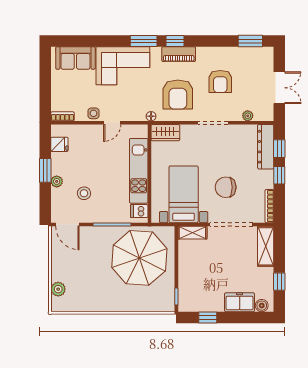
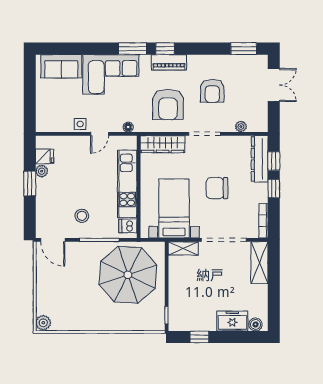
double door: (279, 88) -> (274, 85), moved
bookcase: (63, 116) -> (48, 127), removed
floor lamp: (151, 116) -> (128, 127), moved
wardrobe: (165, 133) -> (163, 144), width x1.50
plant: (57, 181) -> (42, 171), moved
chair: (226, 187) -> (217, 188), moved
stool: (84, 193) -> (82, 216), moved
window: (279, 282) -> (274, 299), removed
plant: (58, 289) -> (43, 323), moved

